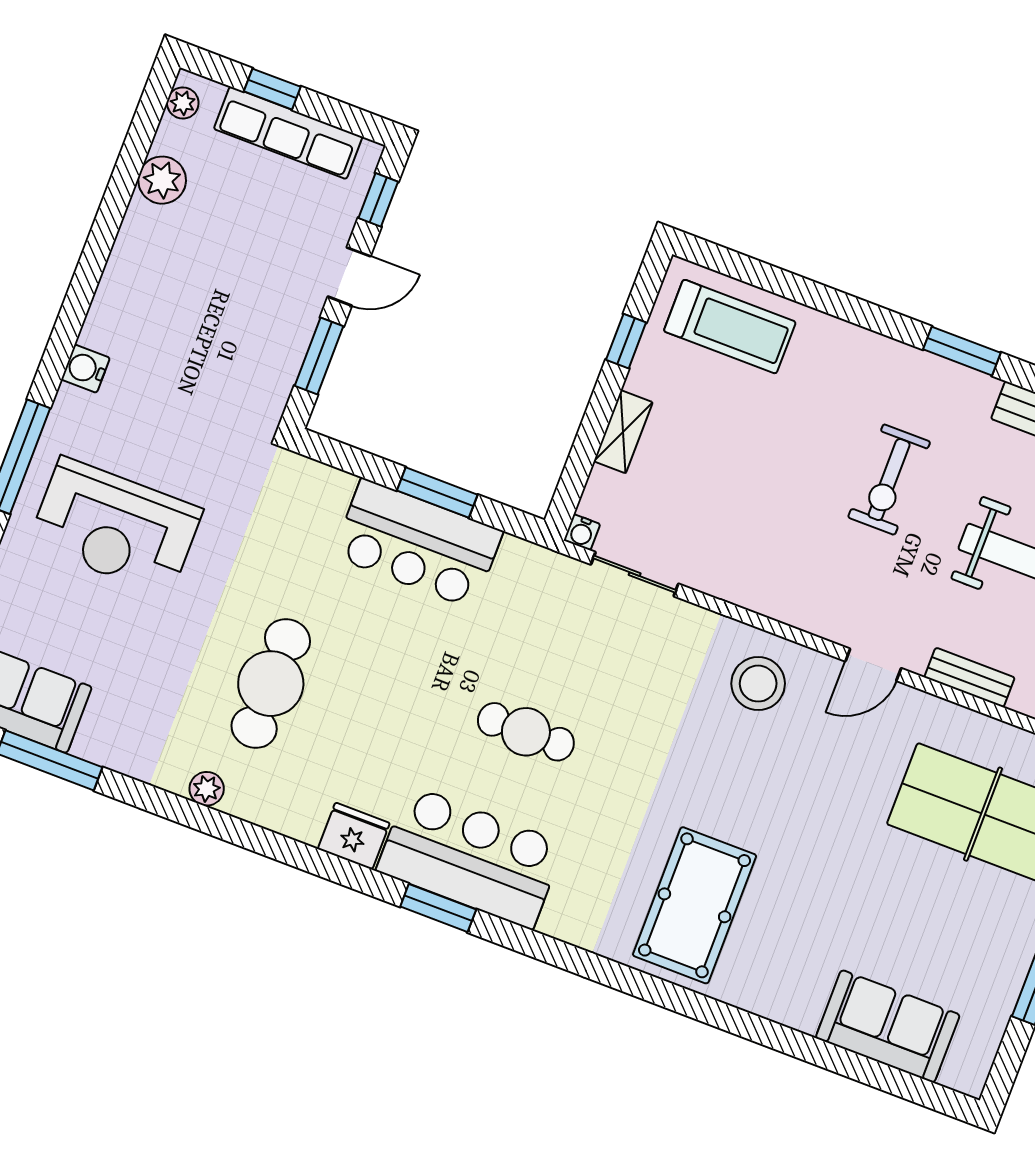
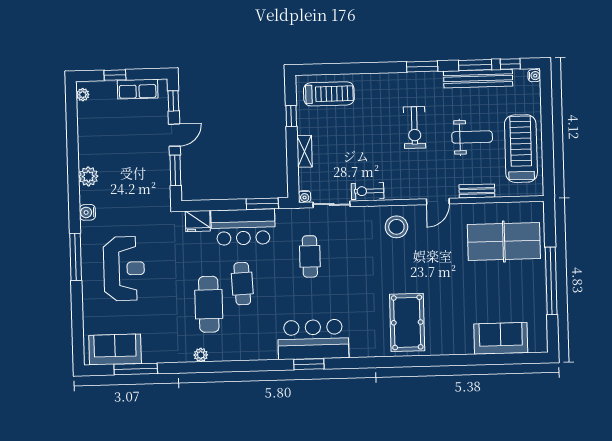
row of seats: (288, 133) -> (138, 89), width x0.68
plant: (162, 180) -> (88, 176), moved
window: (437, 493) -> (262, 204), moved
reception desk: (115, 527) -> (124, 269), turned -90
exercise bike: (727, 578) -> (368, 191), added
cafe table: (364, 668) -> (242, 284), added
cafe table: (526, 732) -> (310, 256), moved, turned 90
fridge: (354, 836) -> (198, 221), moved, turned 180

